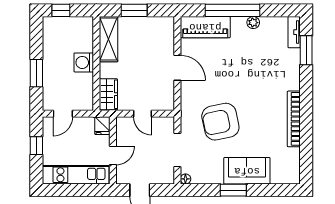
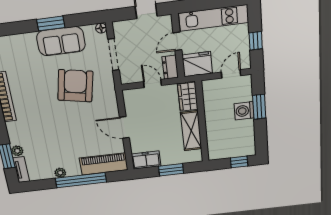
freezer: (160, 26) -> (146, 160), added
shelving: (109, 39) -> (191, 131), moved
plant: (294, 55) -> (17, 151), added
washing machine: (84, 62) -> (244, 111), moved, turned 180
armchair: (220, 122) -> (75, 86), turned -67
fridge: (102, 126) -> (197, 64), width x1.88, depth x1.34
dresser: (123, 129) -> (170, 67), added
sofa: (247, 171) -> (61, 41), moved

